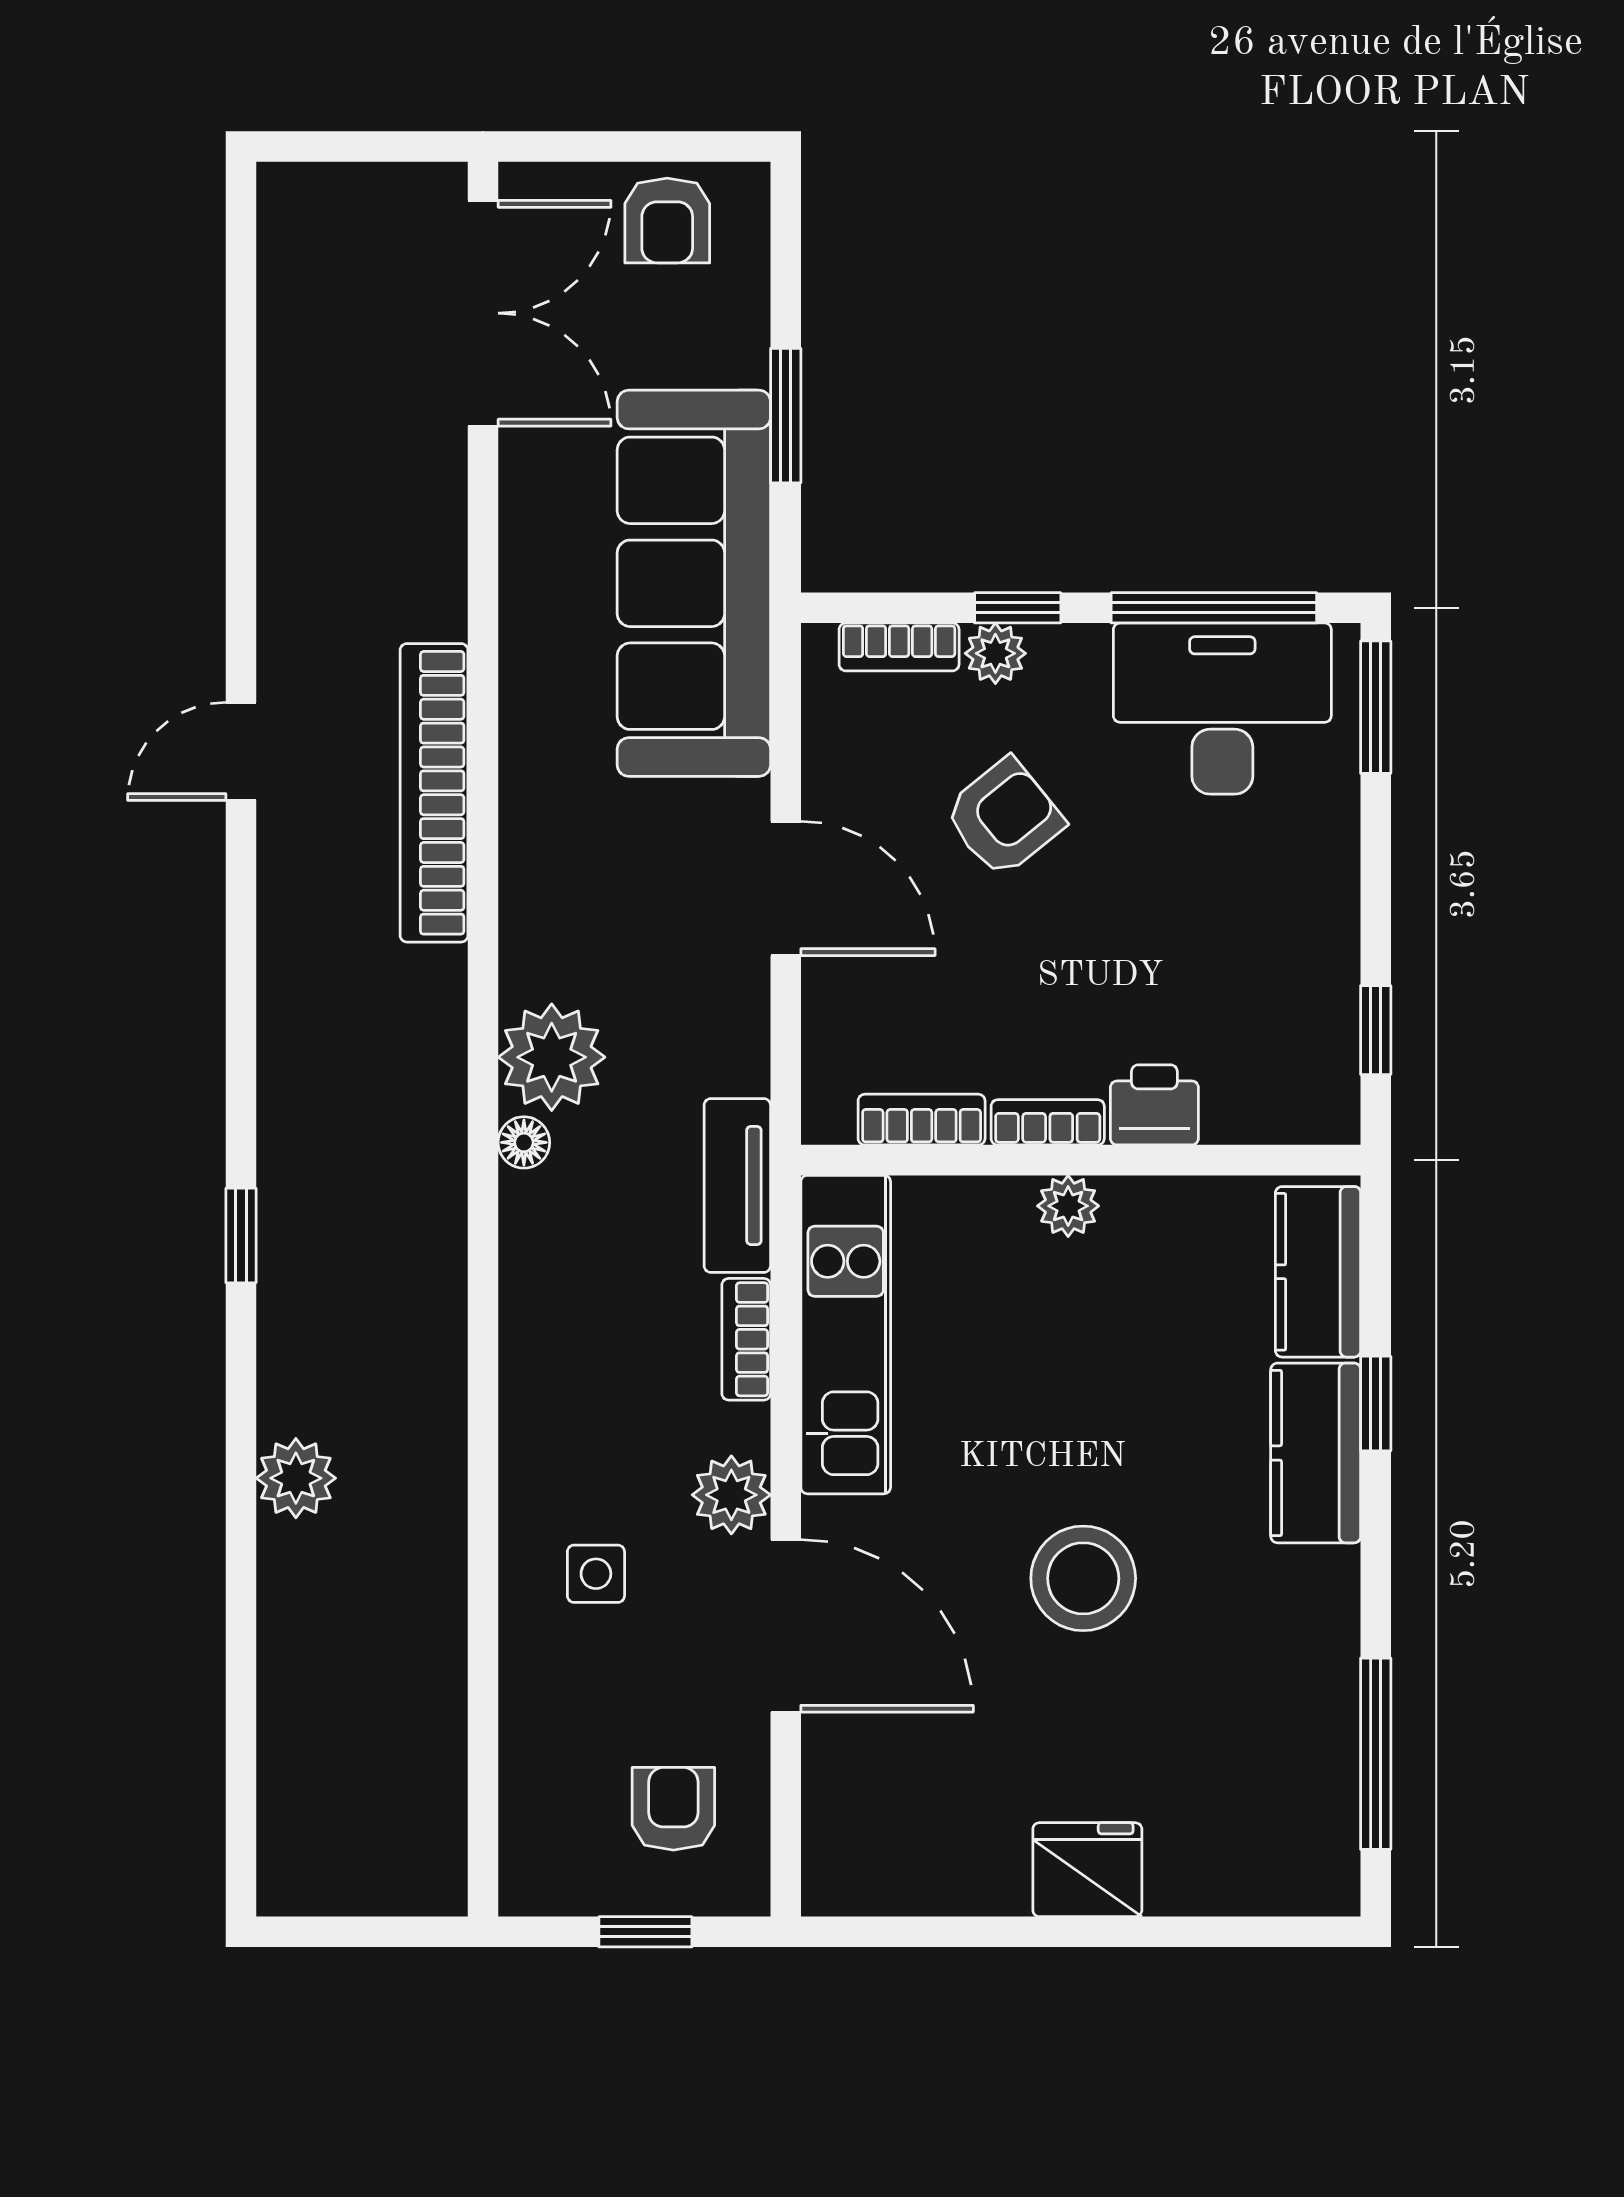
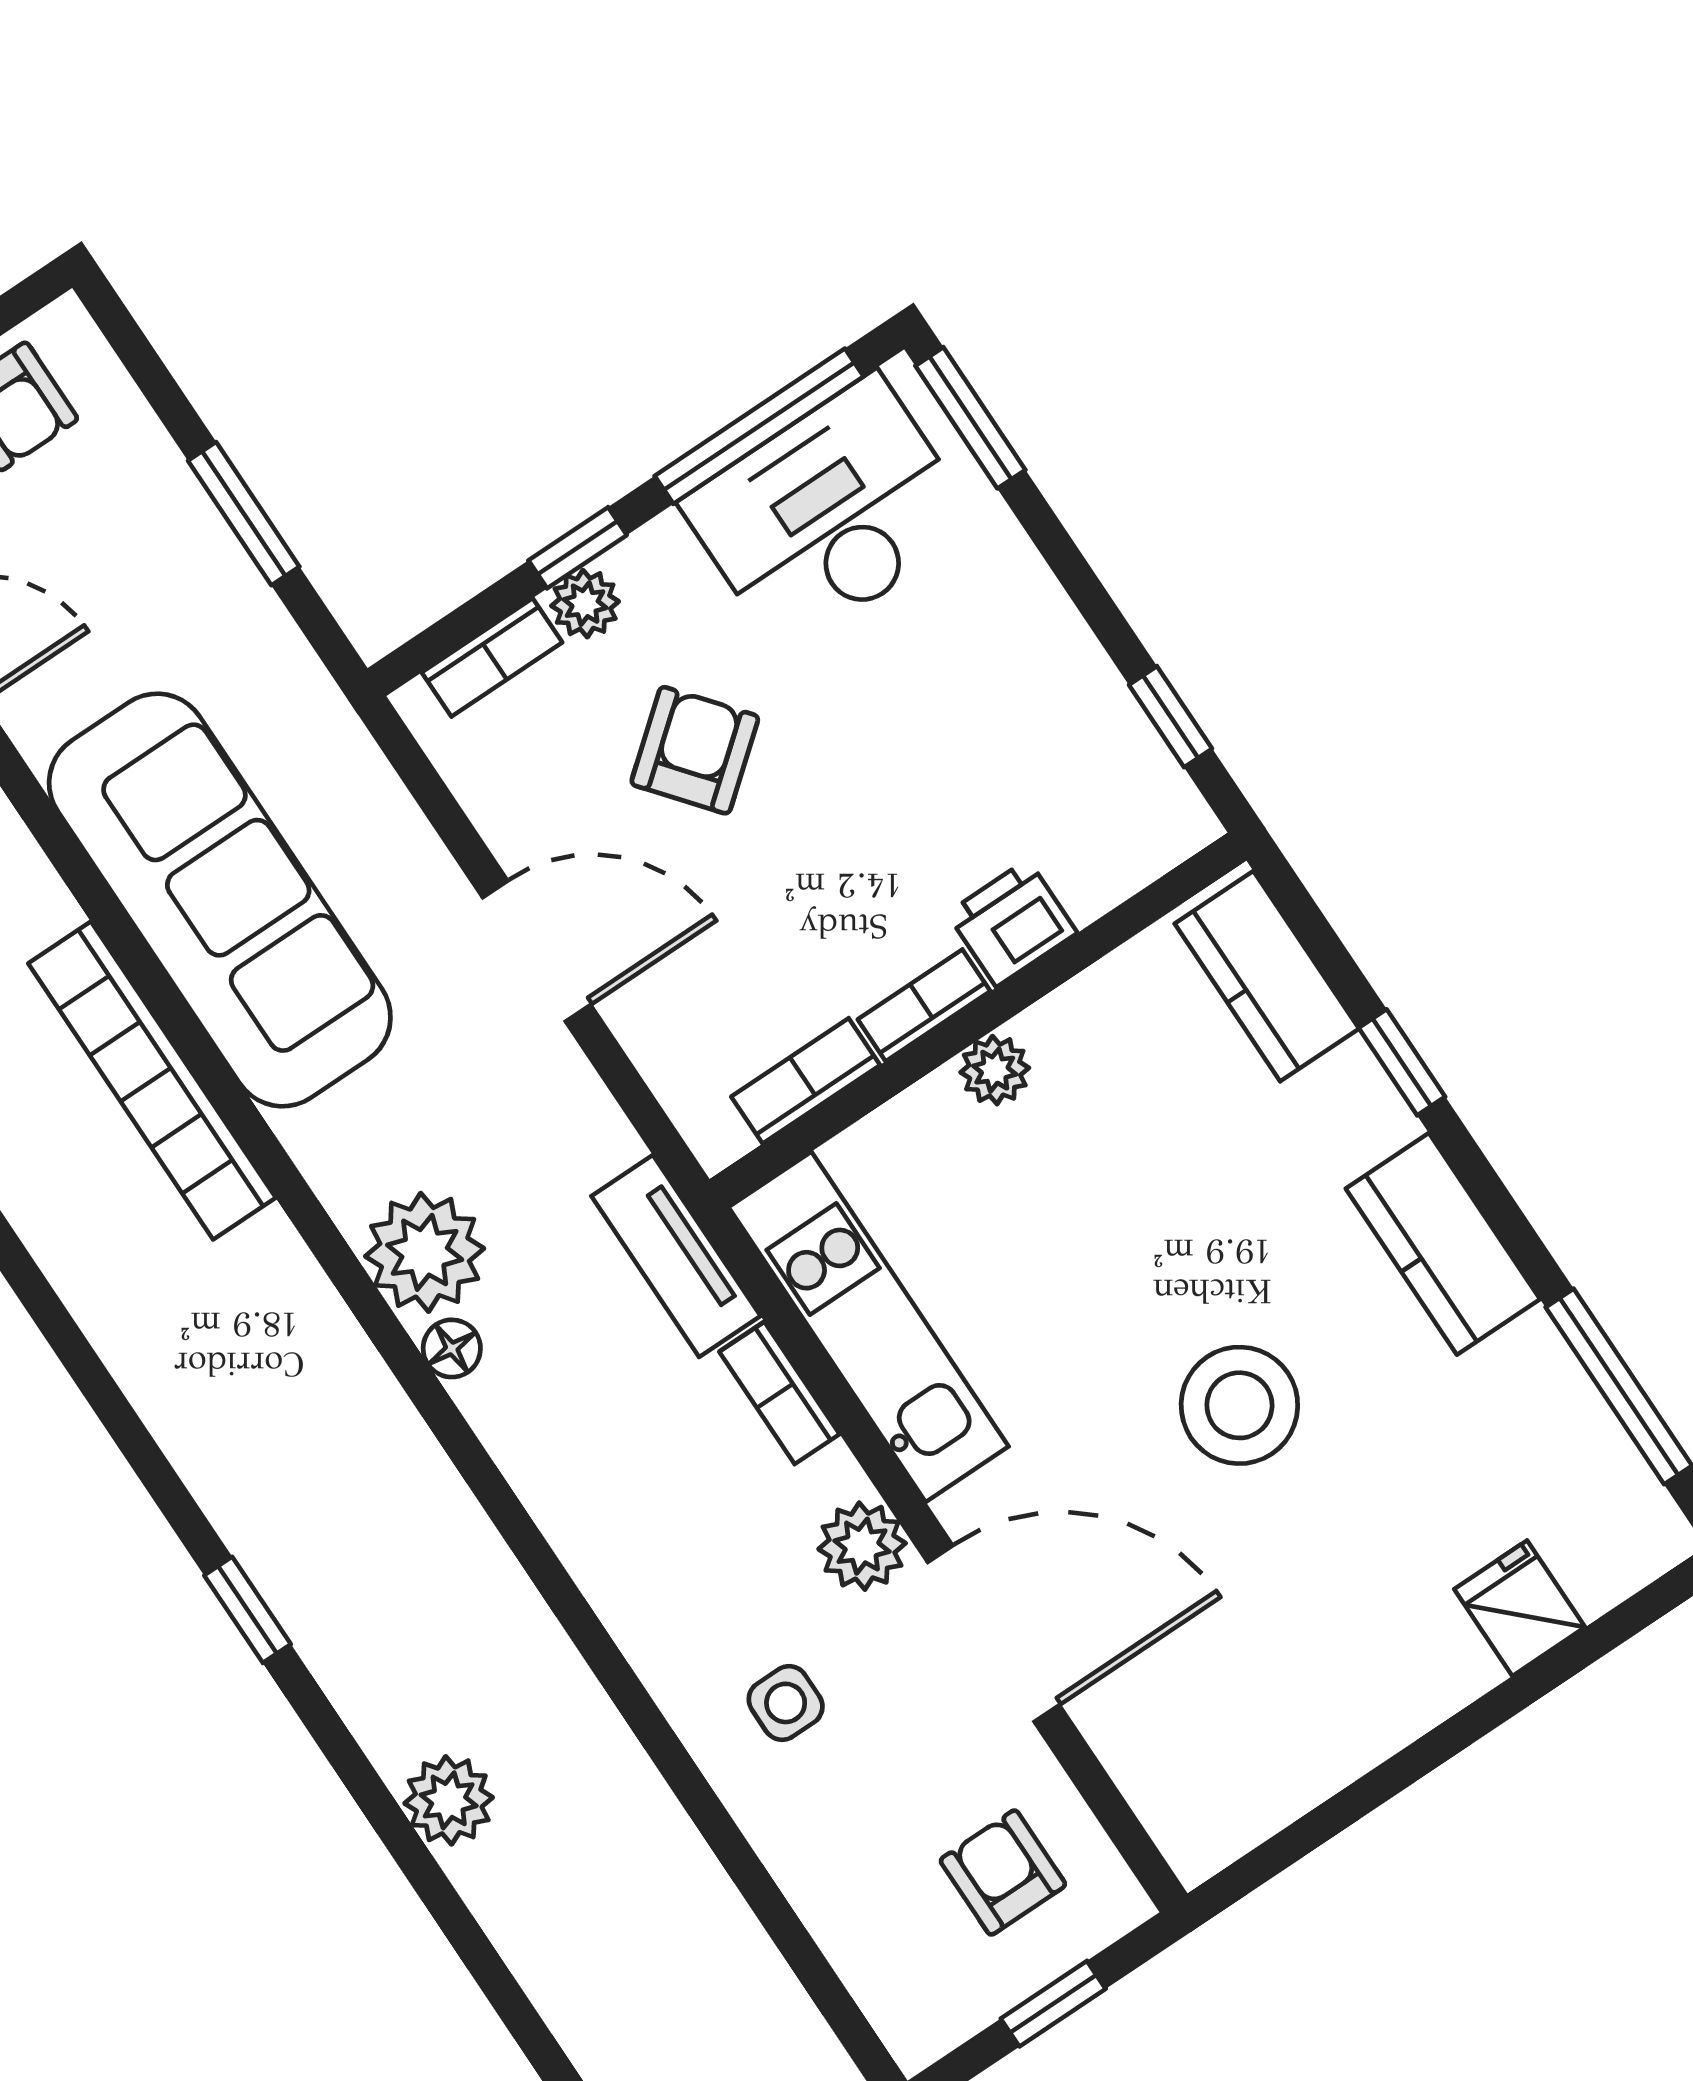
sofa: (694, 583) -> (220, 900), moved, turned 180
kitchen counter: (1316, 1453) -> (1443, 1244), moved
fridge: (1087, 1870) -> (1520, 1608), moved, width x0.72

